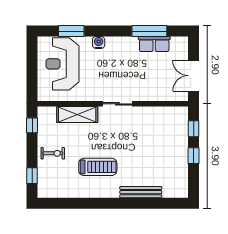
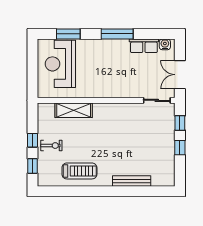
window: (149, 31) -> (117, 34), moved
water cooler: (99, 42) -> (165, 44), moved
sliding door: (117, 104) -> (157, 100), moved
window: (32, 125) -> (32, 140), moved
treadmill: (98, 167) -> (79, 171), moved

